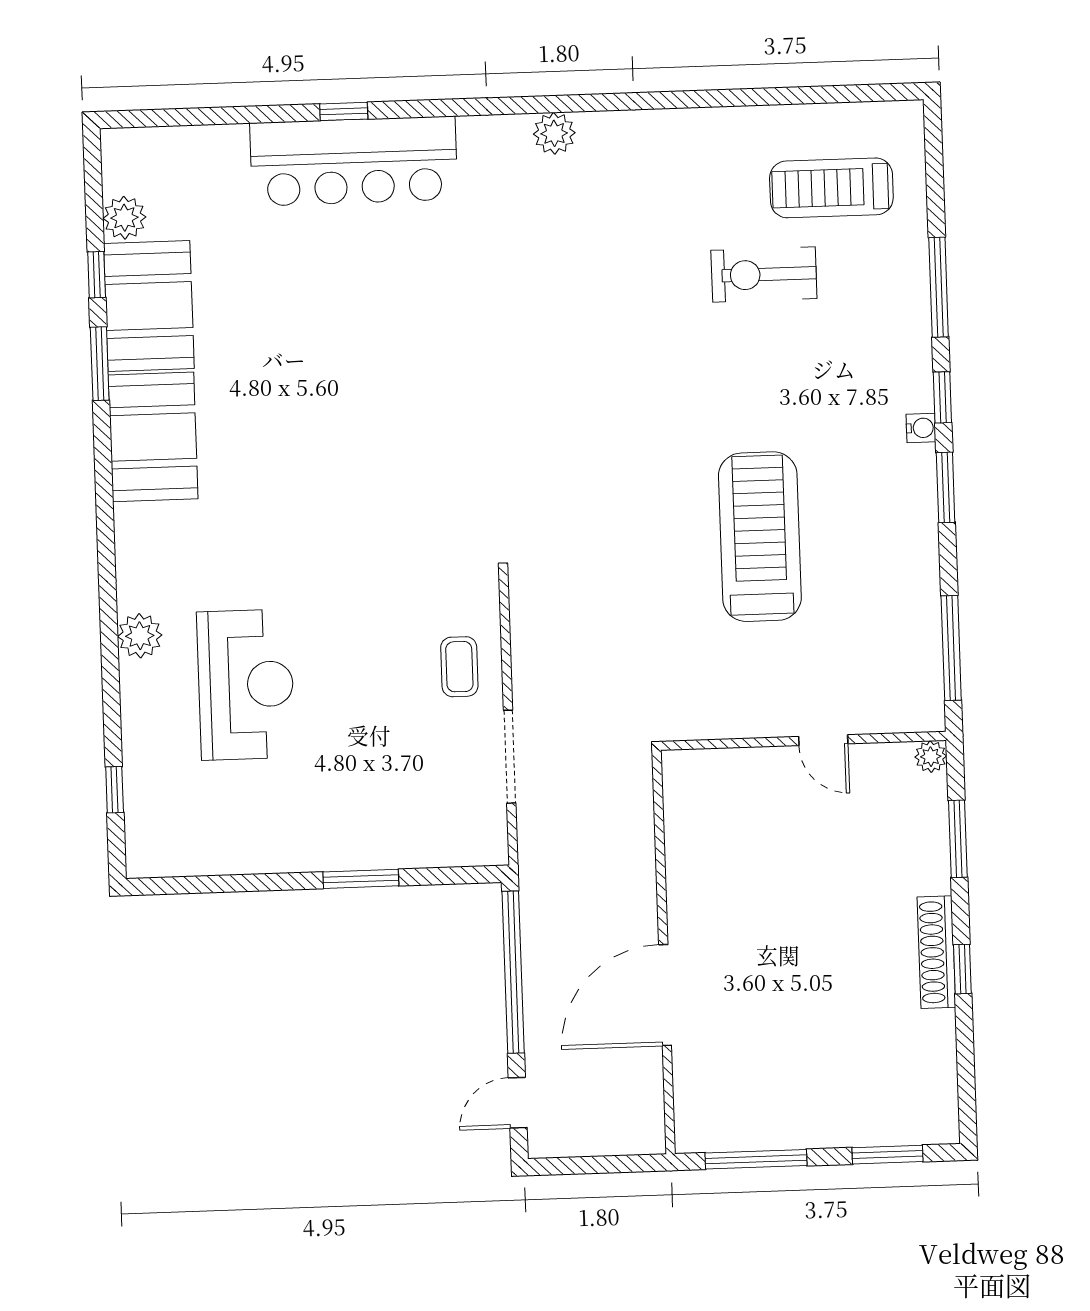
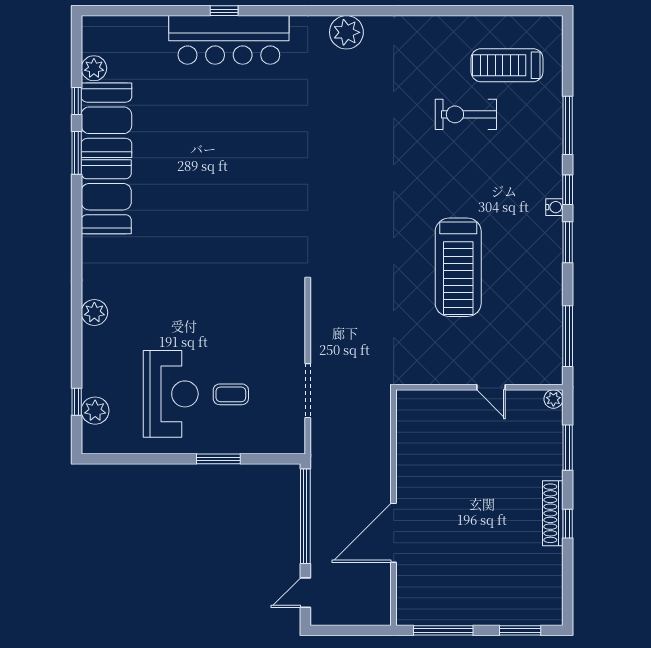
plant: (554, 133) -> (346, 32), width x1.36, depth x1.36
treadmill: (760, 537) -> (458, 267), turned 180
coffee table: (459, 667) -> (231, 394), moved, turned 90
reception desk: (246, 685) -> (171, 394), moved
plant: (147, 804) -> (95, 411), added

